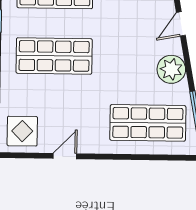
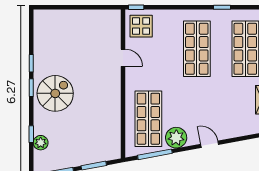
door: (181, 24) -> (210, 144), moved
plant: (171, 69) -> (176, 138), moved

